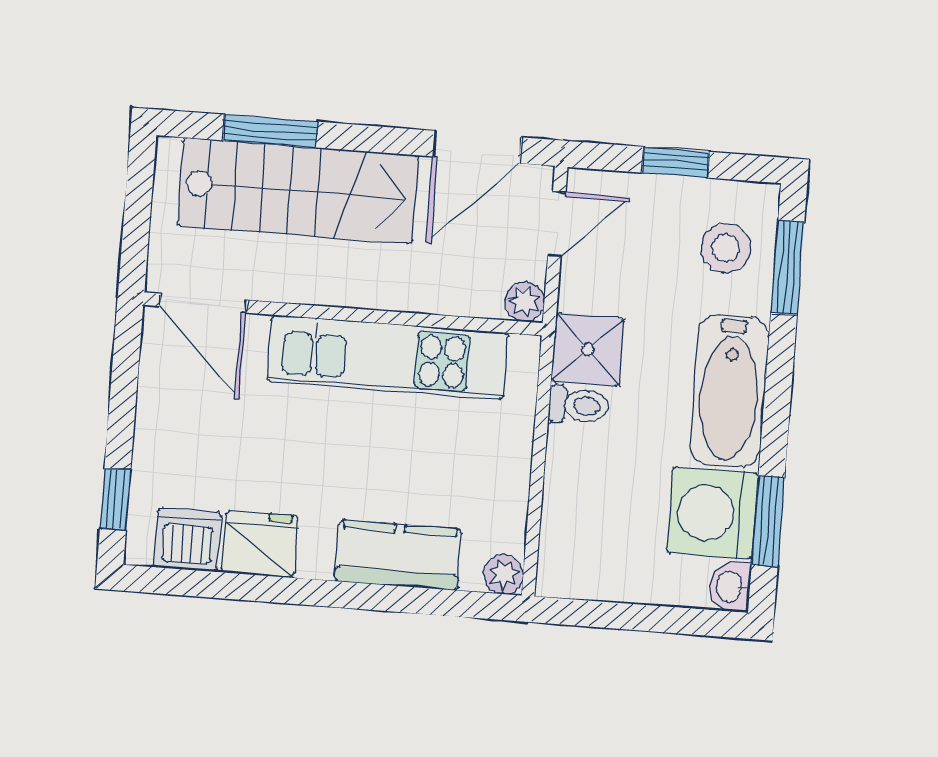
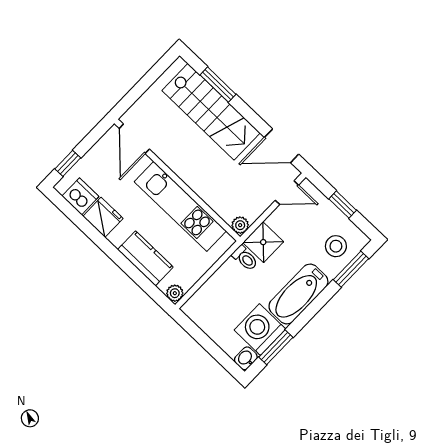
plant: (524, 302) -> (240, 225), moved
door: (203, 303) -> (134, 139), moved
wall: (343, 314) -> (177, 180), moved
kitchen unit: (388, 357) -> (180, 206), moved

